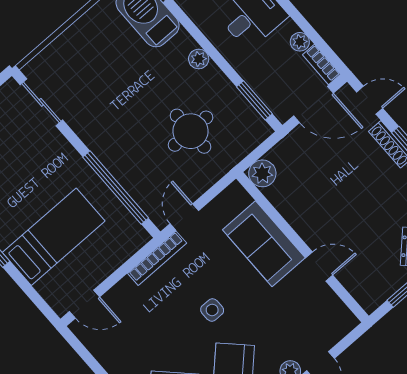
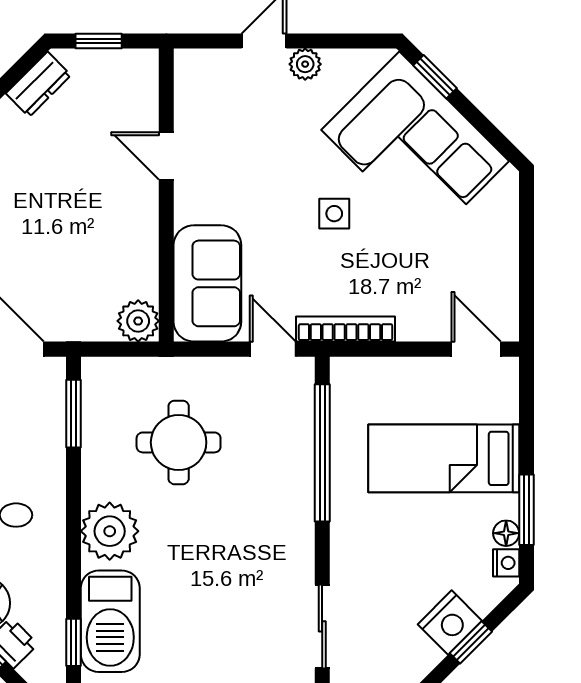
plant: (199, 59) -> (110, 531), width x1.88, depth x1.88
door: (184, 217) -> (273, 349), swing flipped
sofa: (264, 244) -> (207, 283), moved

